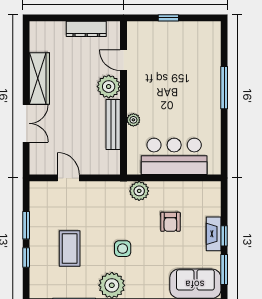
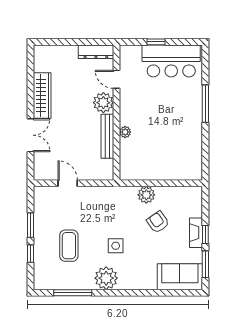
dresser: (86, 29) -> (96, 52), moved
bar counter: (174, 156) -> (171, 61), moved, turned 180
plant: (139, 191) -> (146, 195), moved
armchair: (170, 222) -> (158, 222), turned 145

